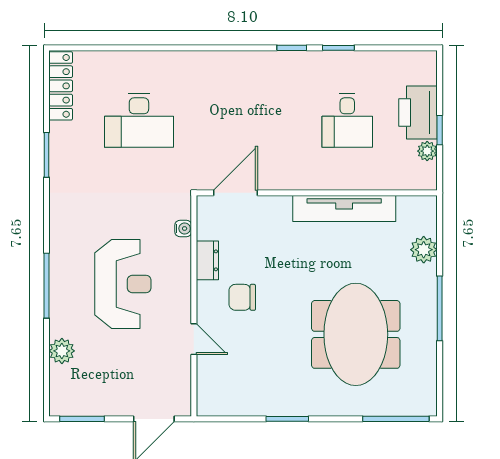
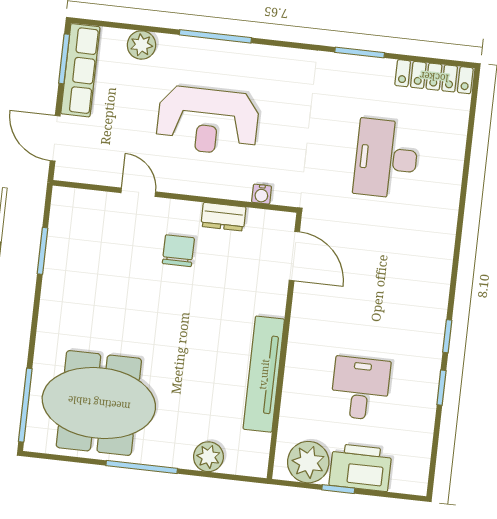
desk: (347, 120) -> (360, 388), turned 90
plant: (427, 151) -> (308, 462), width x1.87, depth x1.87
meeting table: (356, 334) -> (99, 403), moved
door: (194, 339) -> (138, 192), swing flipped
row of seats: (91, 403) -> (80, 70), added
window: (287, 419) -> (43, 251), moved

